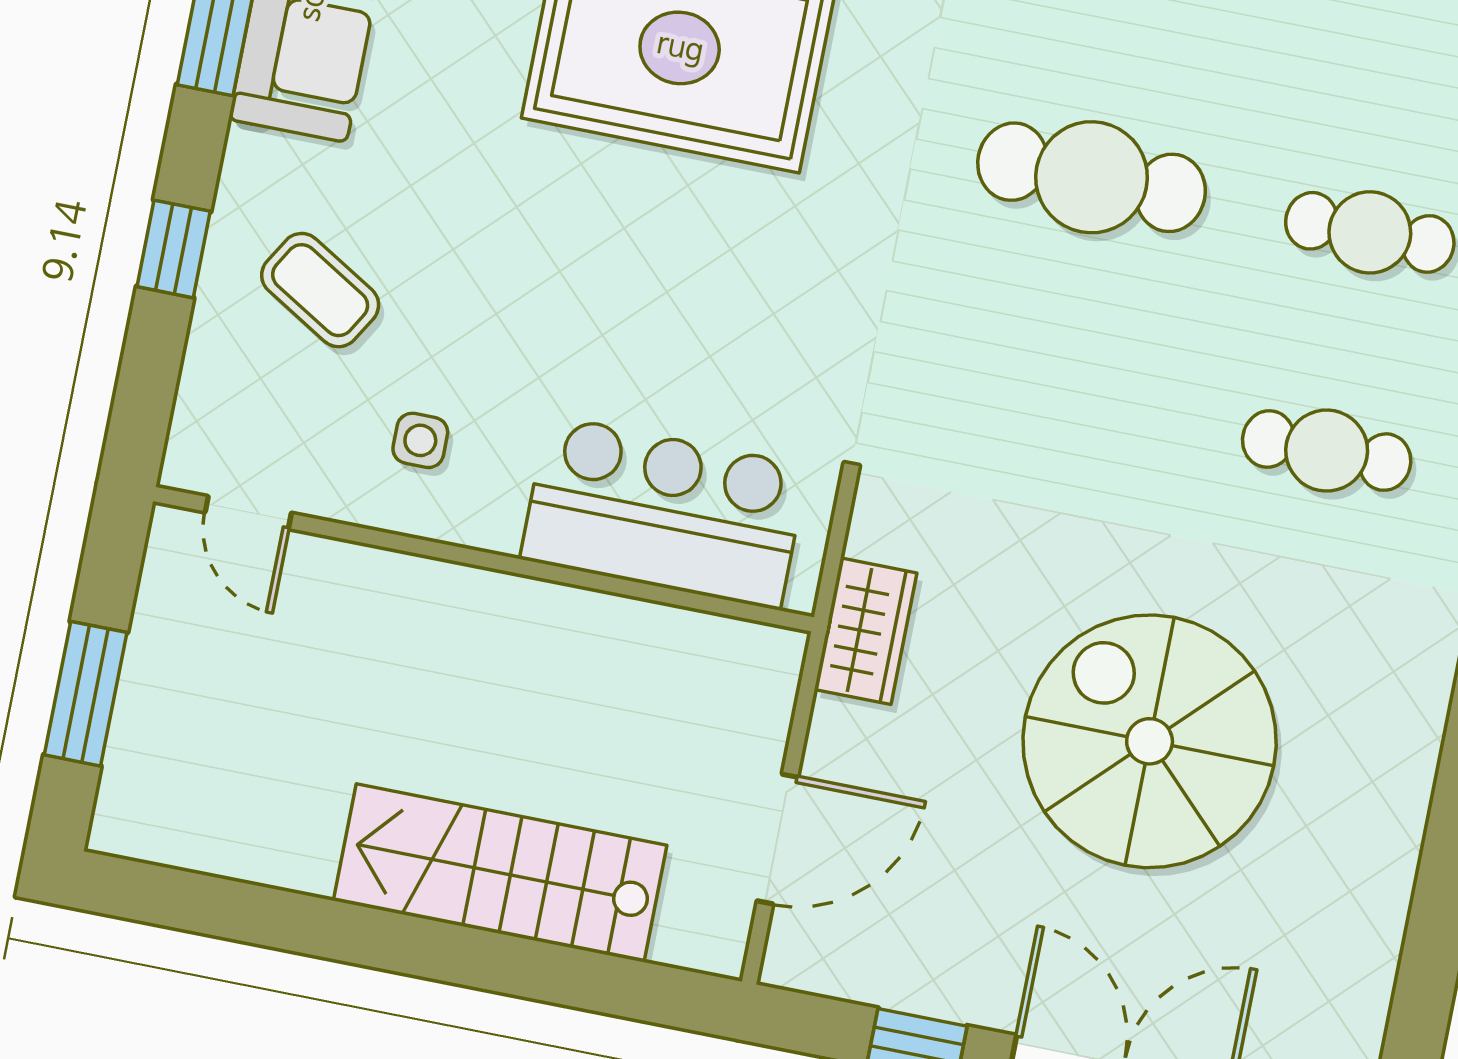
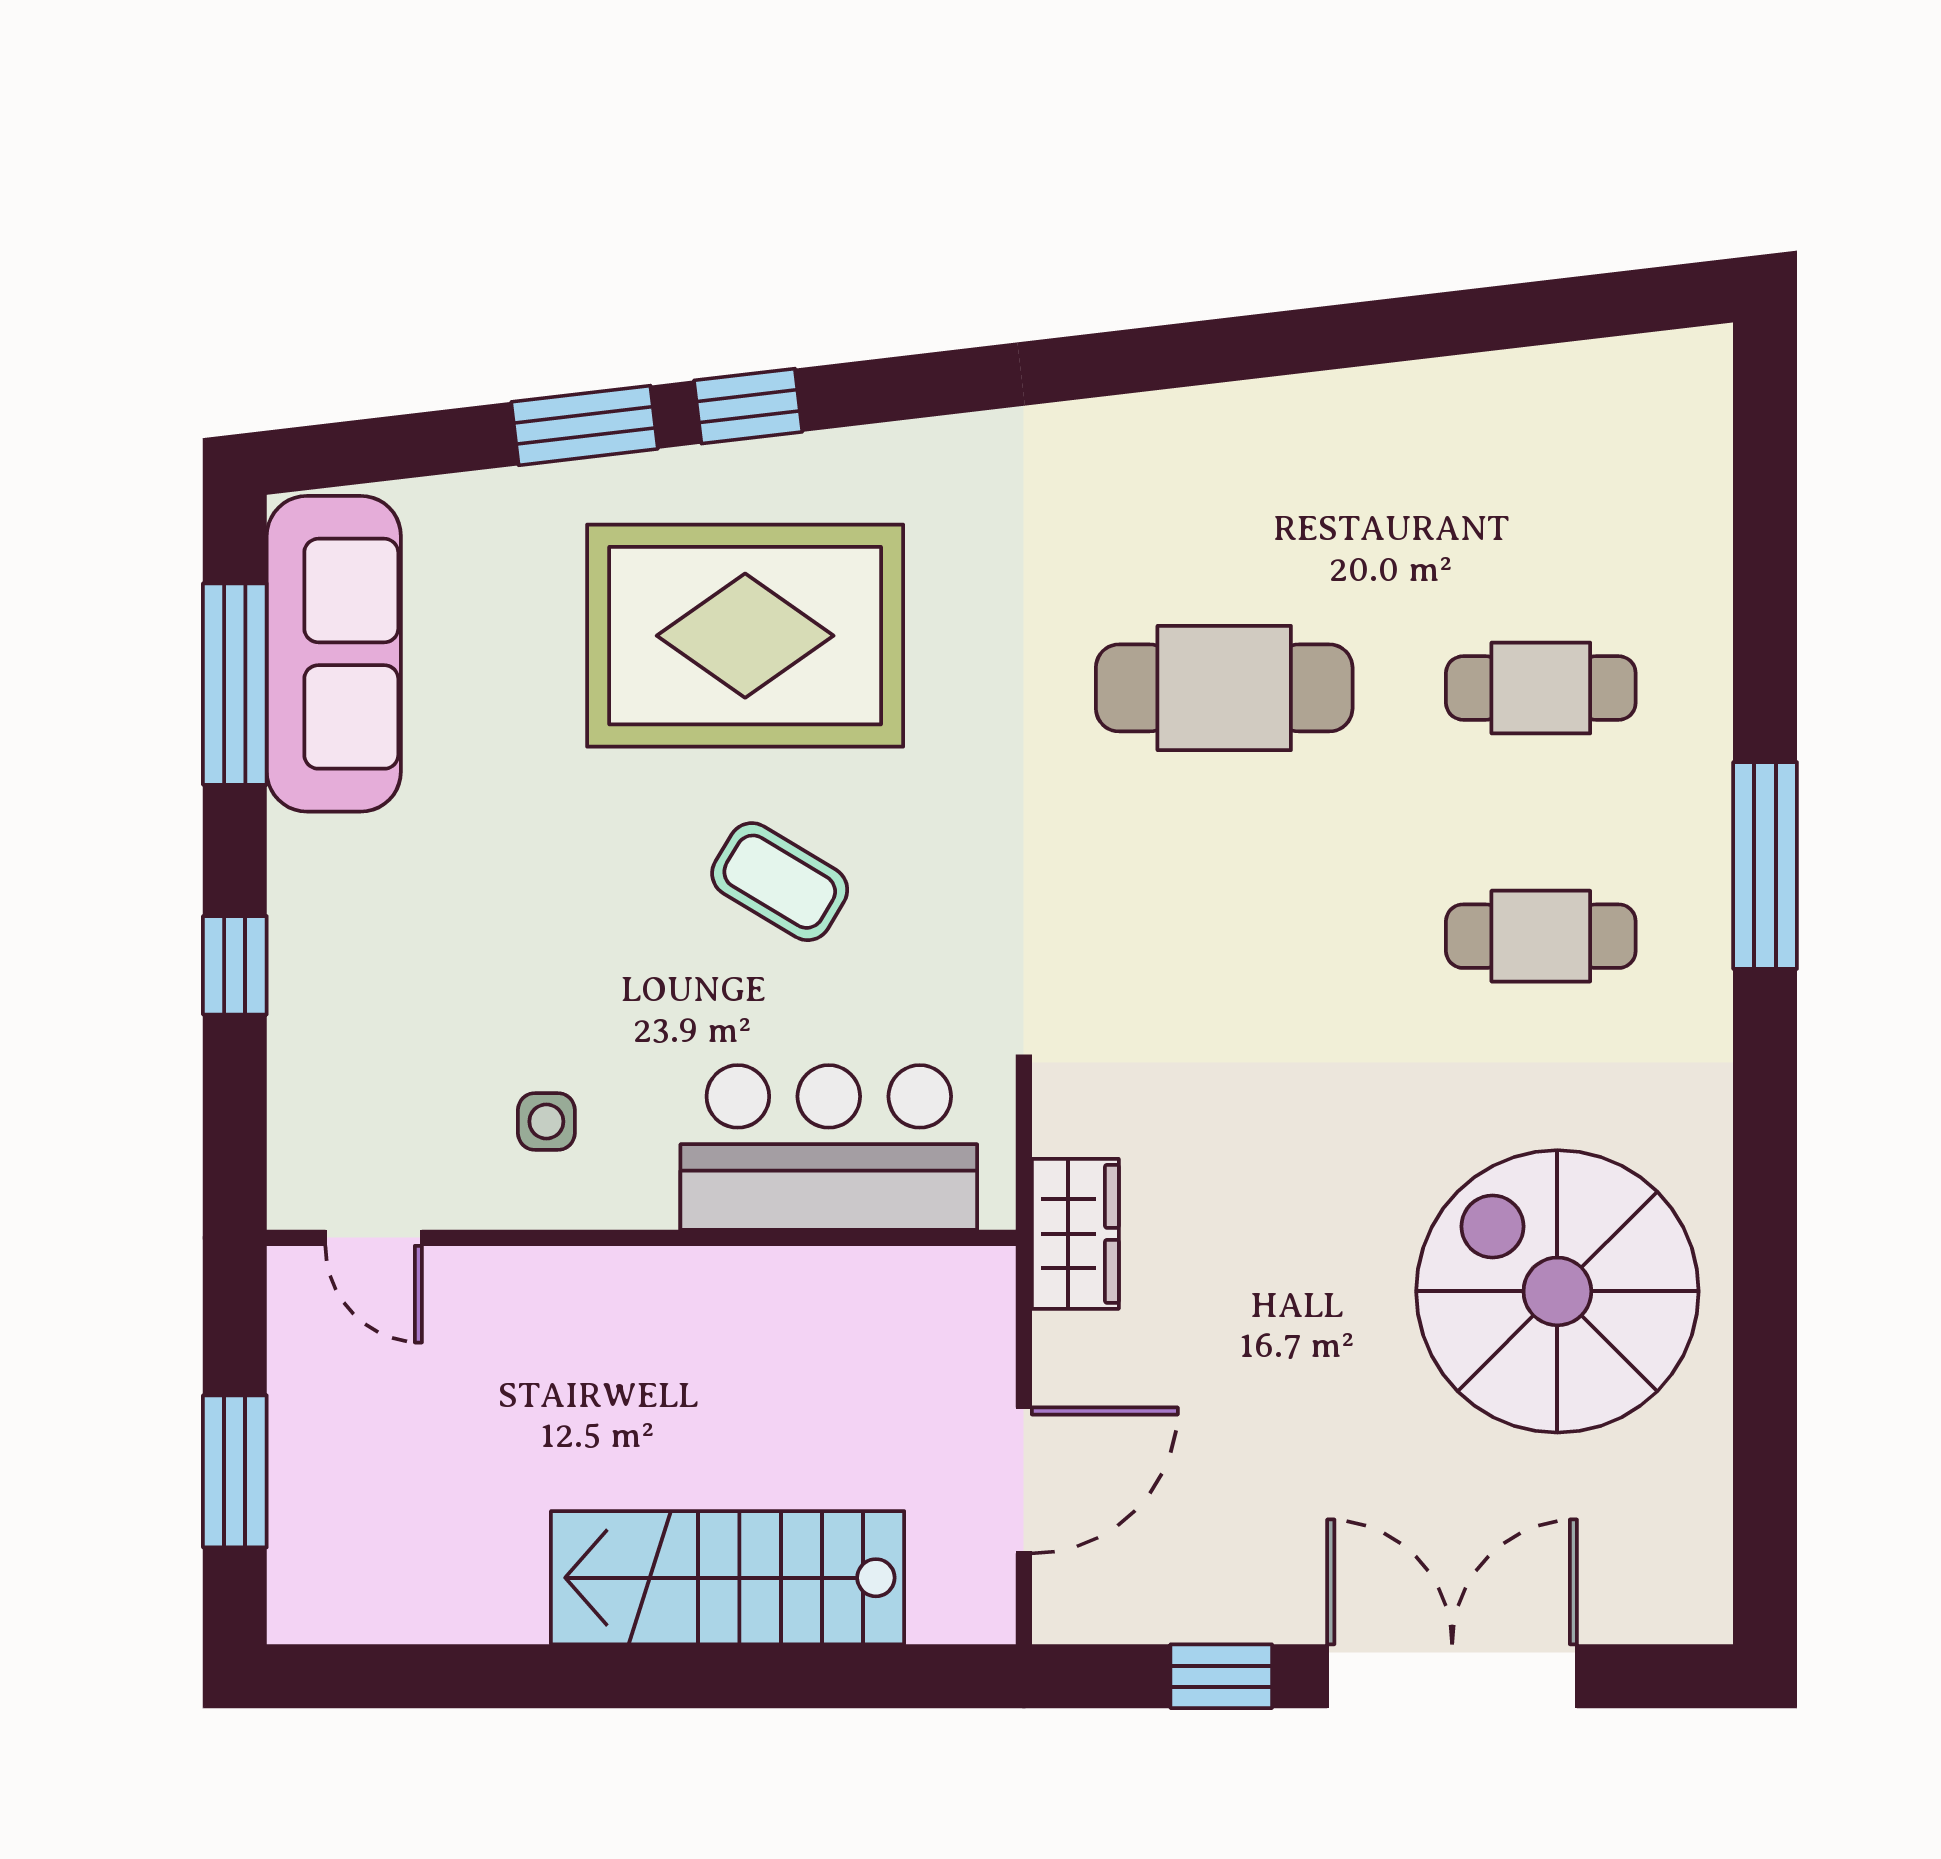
coffee table: (320, 290) -> (780, 882), moved
spiral stairs: (1150, 741) -> (1557, 1291), moved

